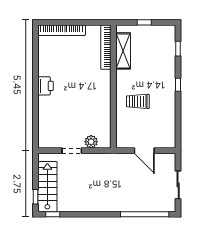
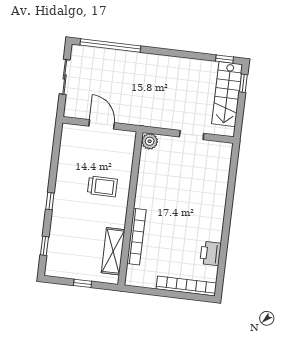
bookcase: (106, 47) -> (136, 237), moved
printer: (45, 86) -> (210, 253), moved
plant: (91, 142) -> (150, 141), moved

